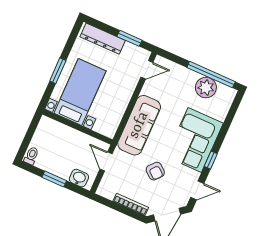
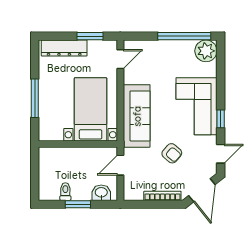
window: (58, 71) -> (35, 98), width x1.44
plant: (206, 88) -> (206, 51), moved
bed with nightstands: (80, 92) -> (91, 109), moved
toilet: (31, 156) -> (65, 192), moved
door: (106, 161) -> (120, 165), hinge flipped

